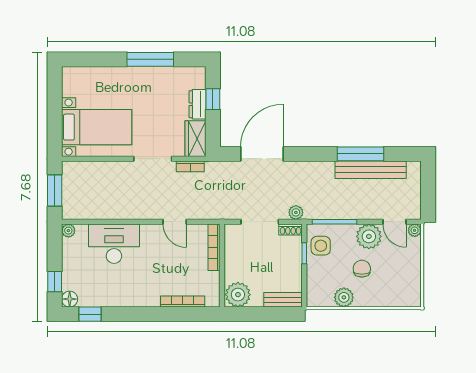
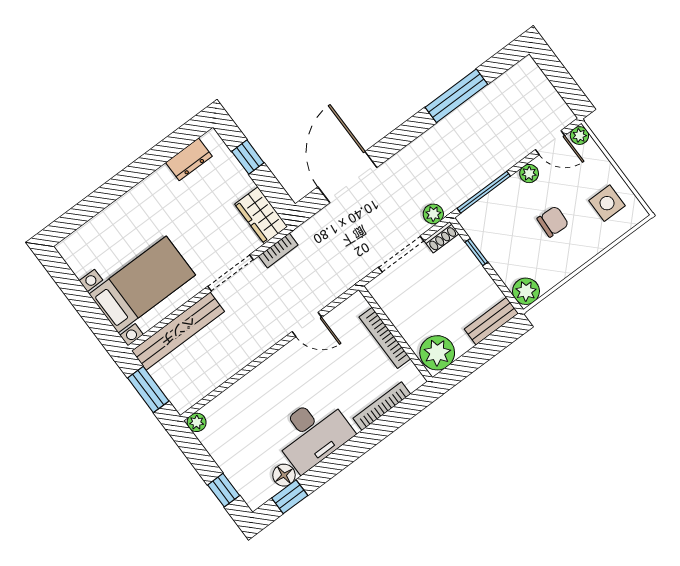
window: (150, 59) -> (145, 165), removed
dresser: (198, 104) -> (189, 159), moved, turned -90
bench: (371, 170) -> (178, 331), moved
plant: (369, 236) -> (529, 174), width x0.53, depth x0.53
desk: (114, 244) -> (313, 433), moved, turned 180
side table: (321, 246) -> (607, 203), moved
bookcase: (214, 247) -> (385, 338), moved
chair: (362, 269) -> (553, 222), turned 93
plant: (344, 297) -> (526, 291), moved
floor lamp: (70, 299) -> (284, 475), moved

